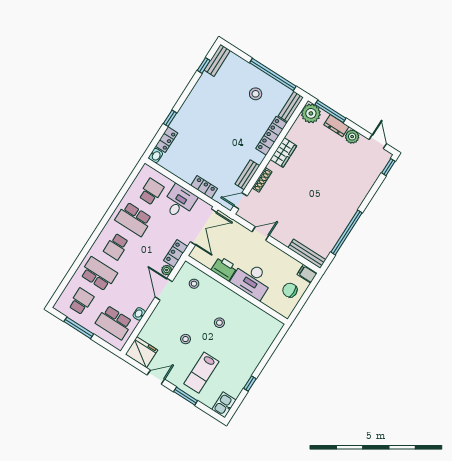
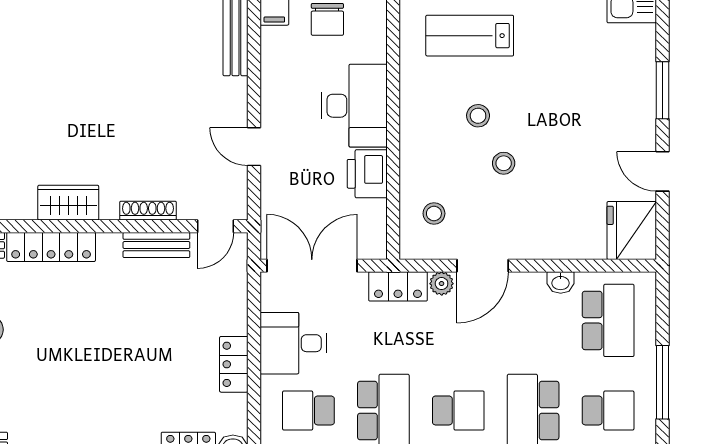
locker: (204, 187) -> (234, 364), moved
door: (240, 201) -> (216, 226), hinge flipped
school desk: (81, 301) -> (608, 410), turned 180
stool: (186, 339) -> (504, 163), moved
lab bench: (201, 373) -> (470, 36), moved, turned 180

